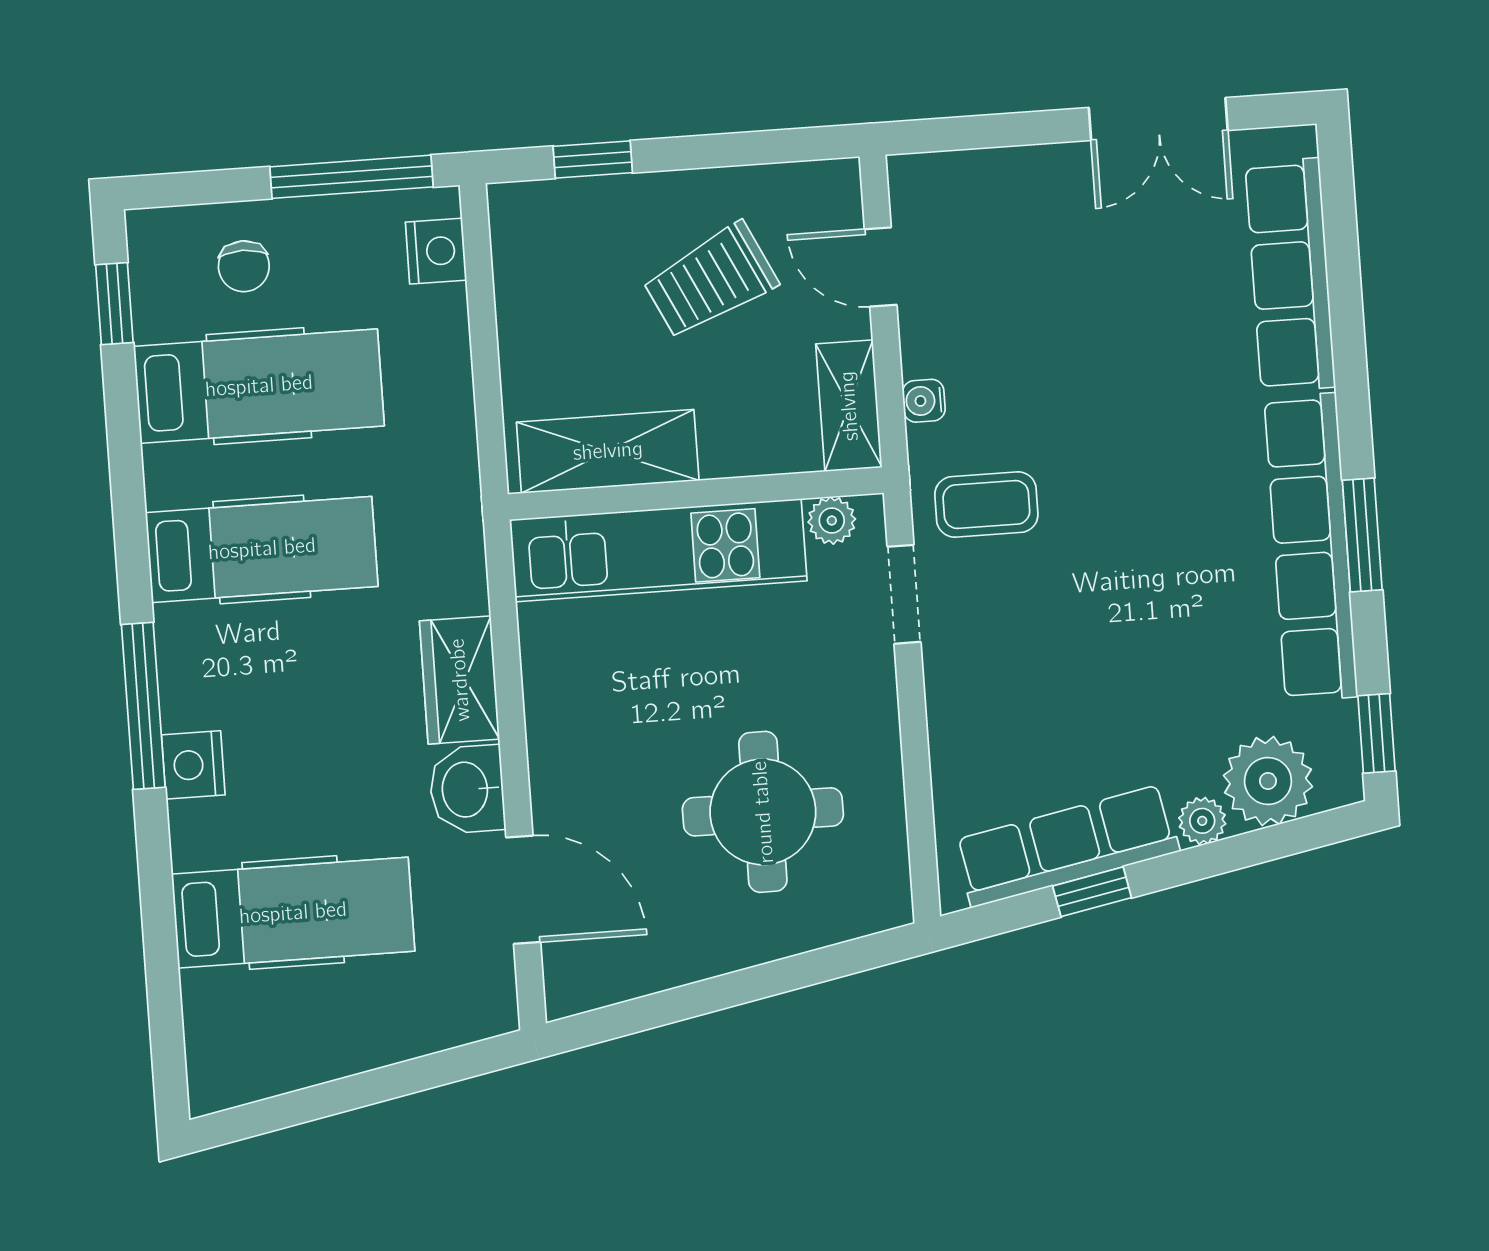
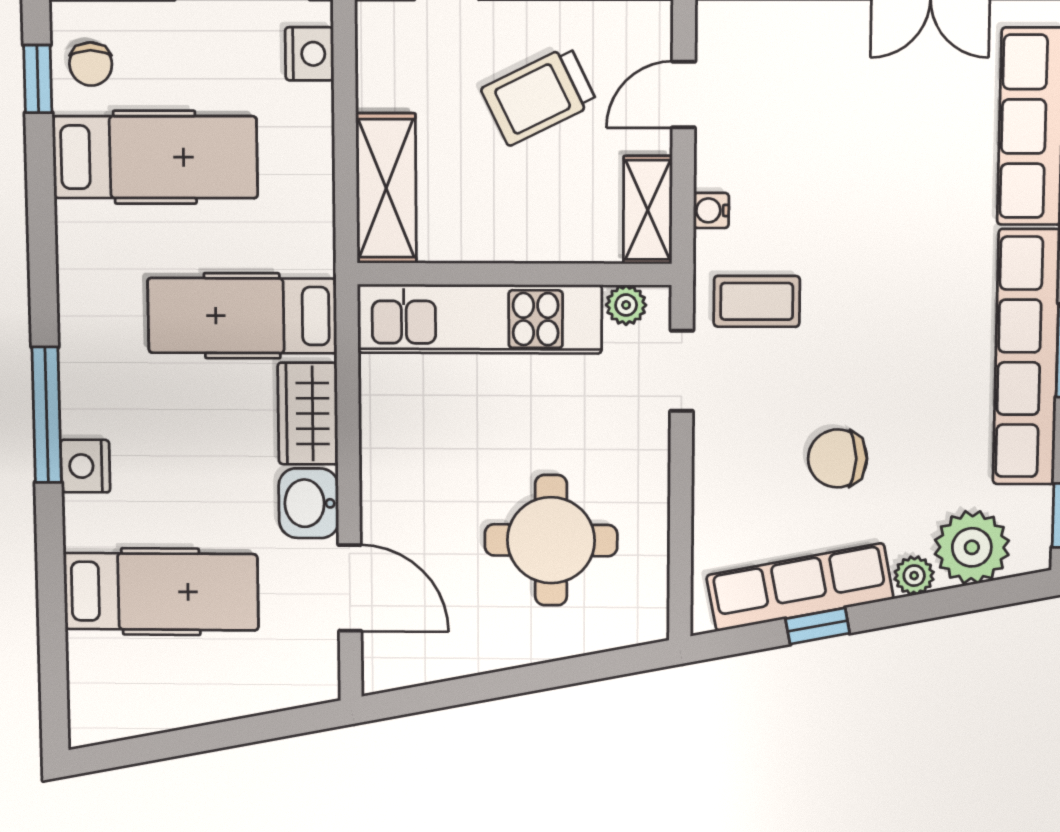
chair: (244, 266) -> (91, 64), moved
door: (881, 267) -> (684, 94), hinge flipped
shelving: (608, 451) -> (386, 188), moved, turned 90
hospital bed: (262, 549) -> (242, 316), moved, turned 180
chair: (1098, 686) -> (838, 458), added

